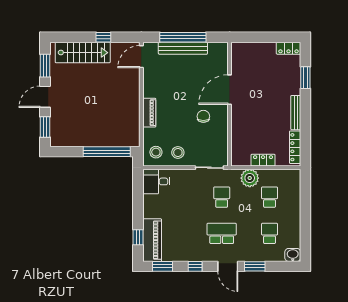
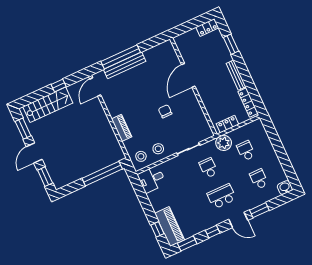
door: (230, 90) -> (188, 75), moved
wall: (230, 104) -> (193, 87), moved

